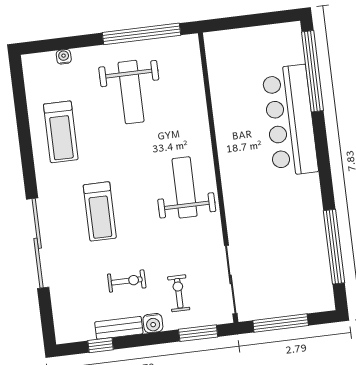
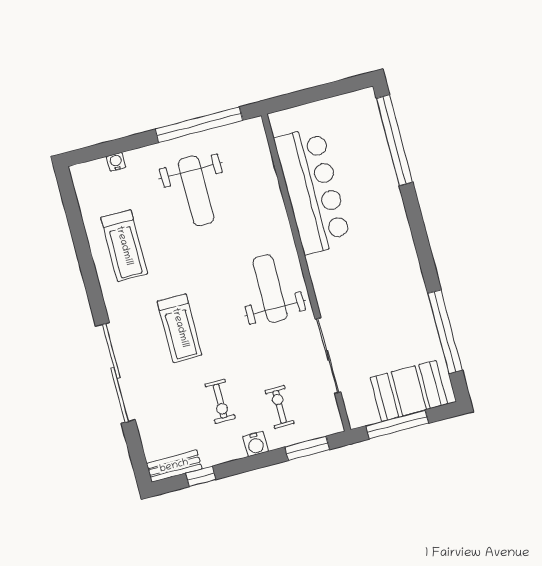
bar counter: (290, 120) -> (313, 190), moved, turned 180
sliding door: (231, 279) -> (328, 356), moved
exercise bike: (127, 281) -> (220, 401), turned 90
booth: (295, 295) -> (409, 391), added
bench: (119, 328) -> (174, 466), moved

